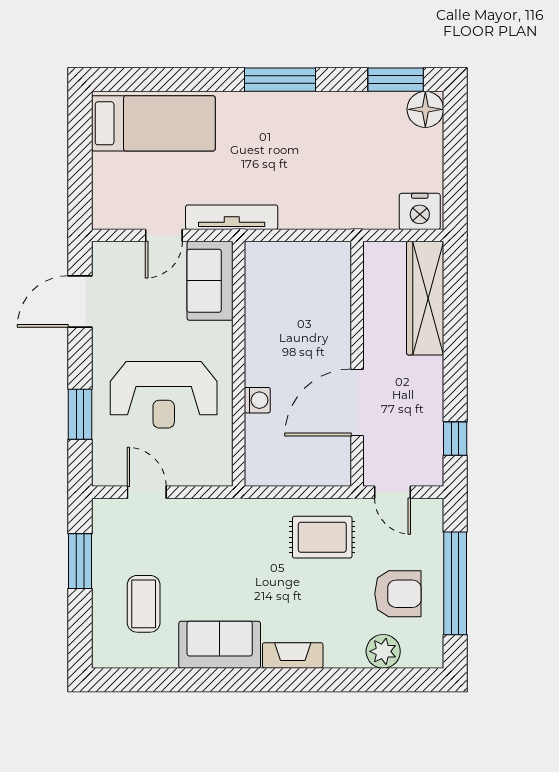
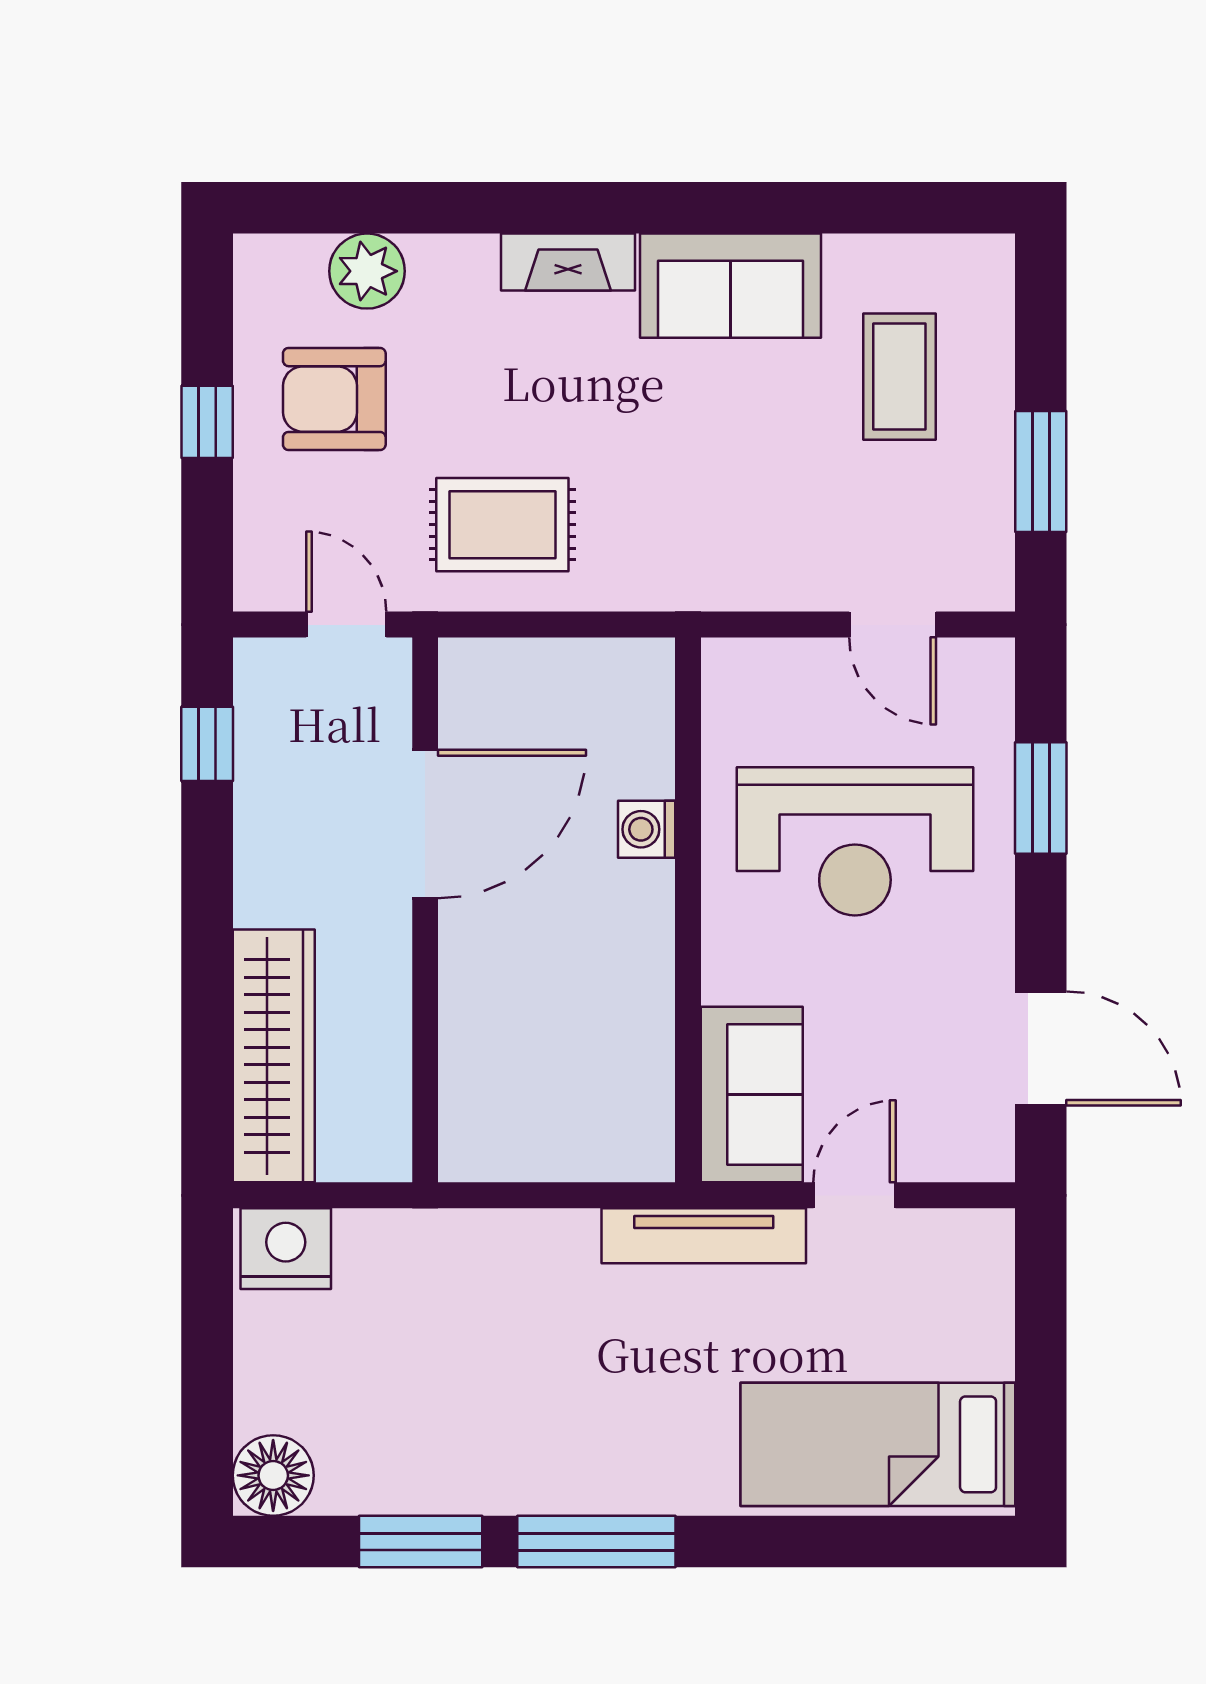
window: (396, 80) -> (421, 1542), moved
door: (80, 302) -> (1041, 1048), hinge flipped
reception desk: (164, 395) -> (855, 841), turned 180
window: (455, 583) -> (207, 422), width x0.32

